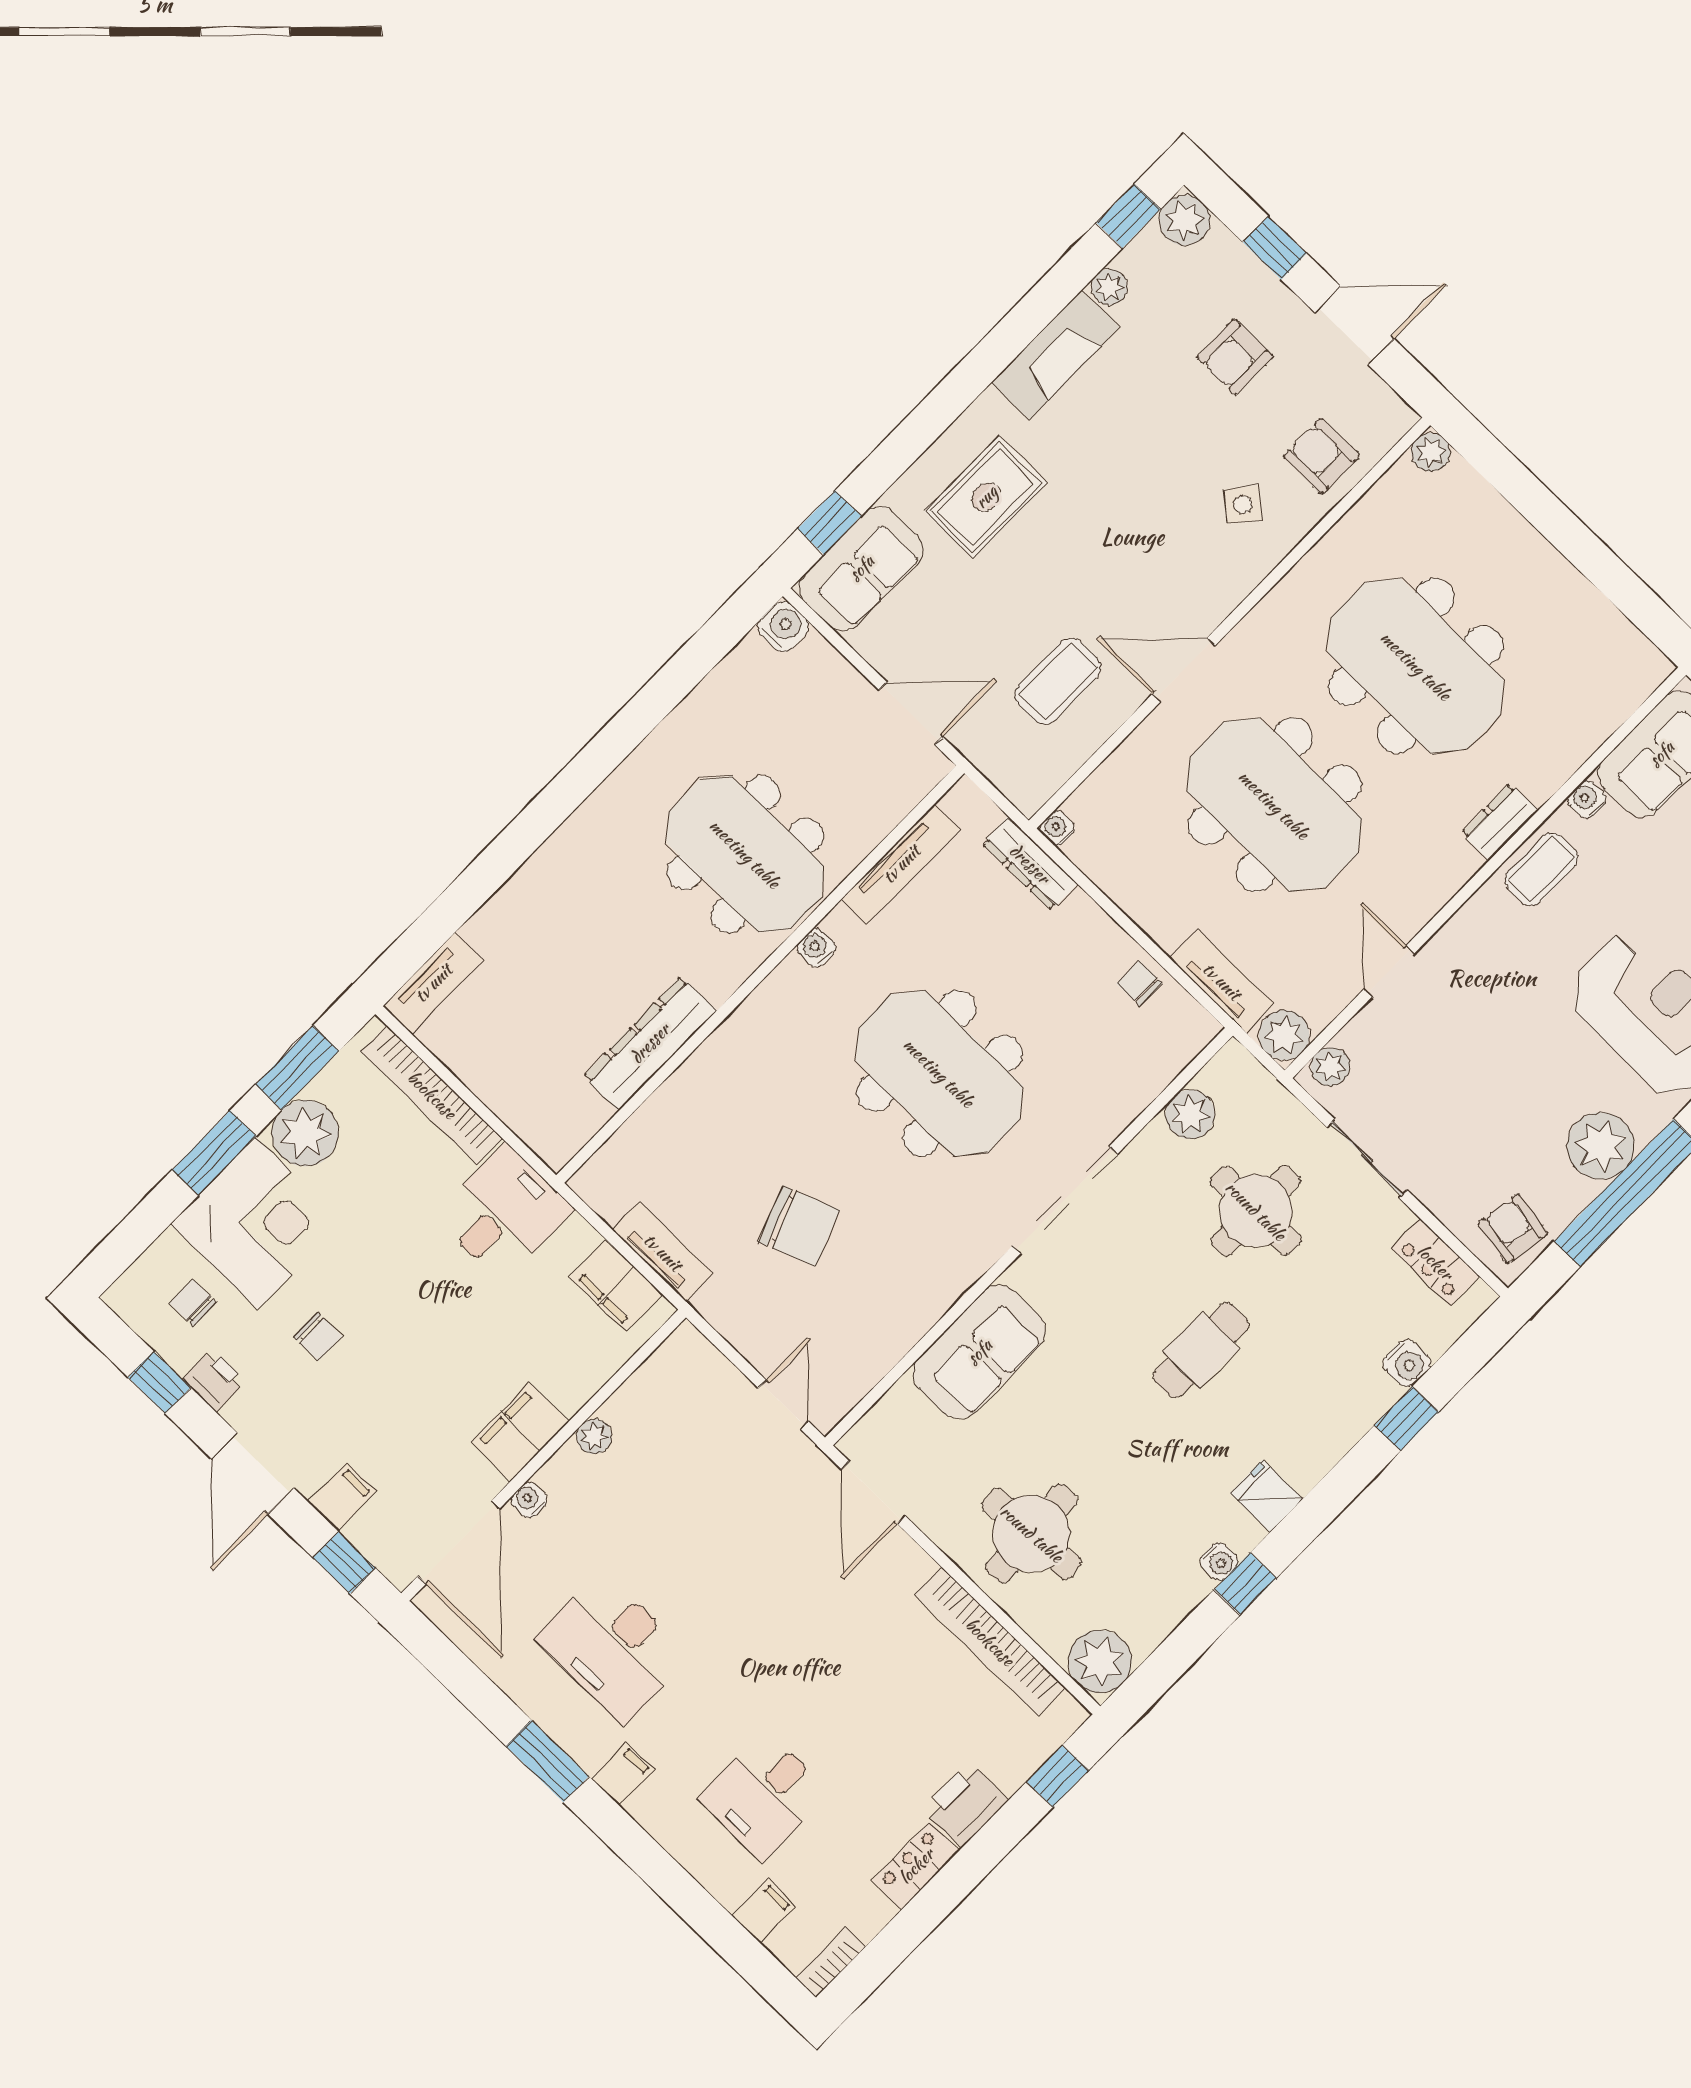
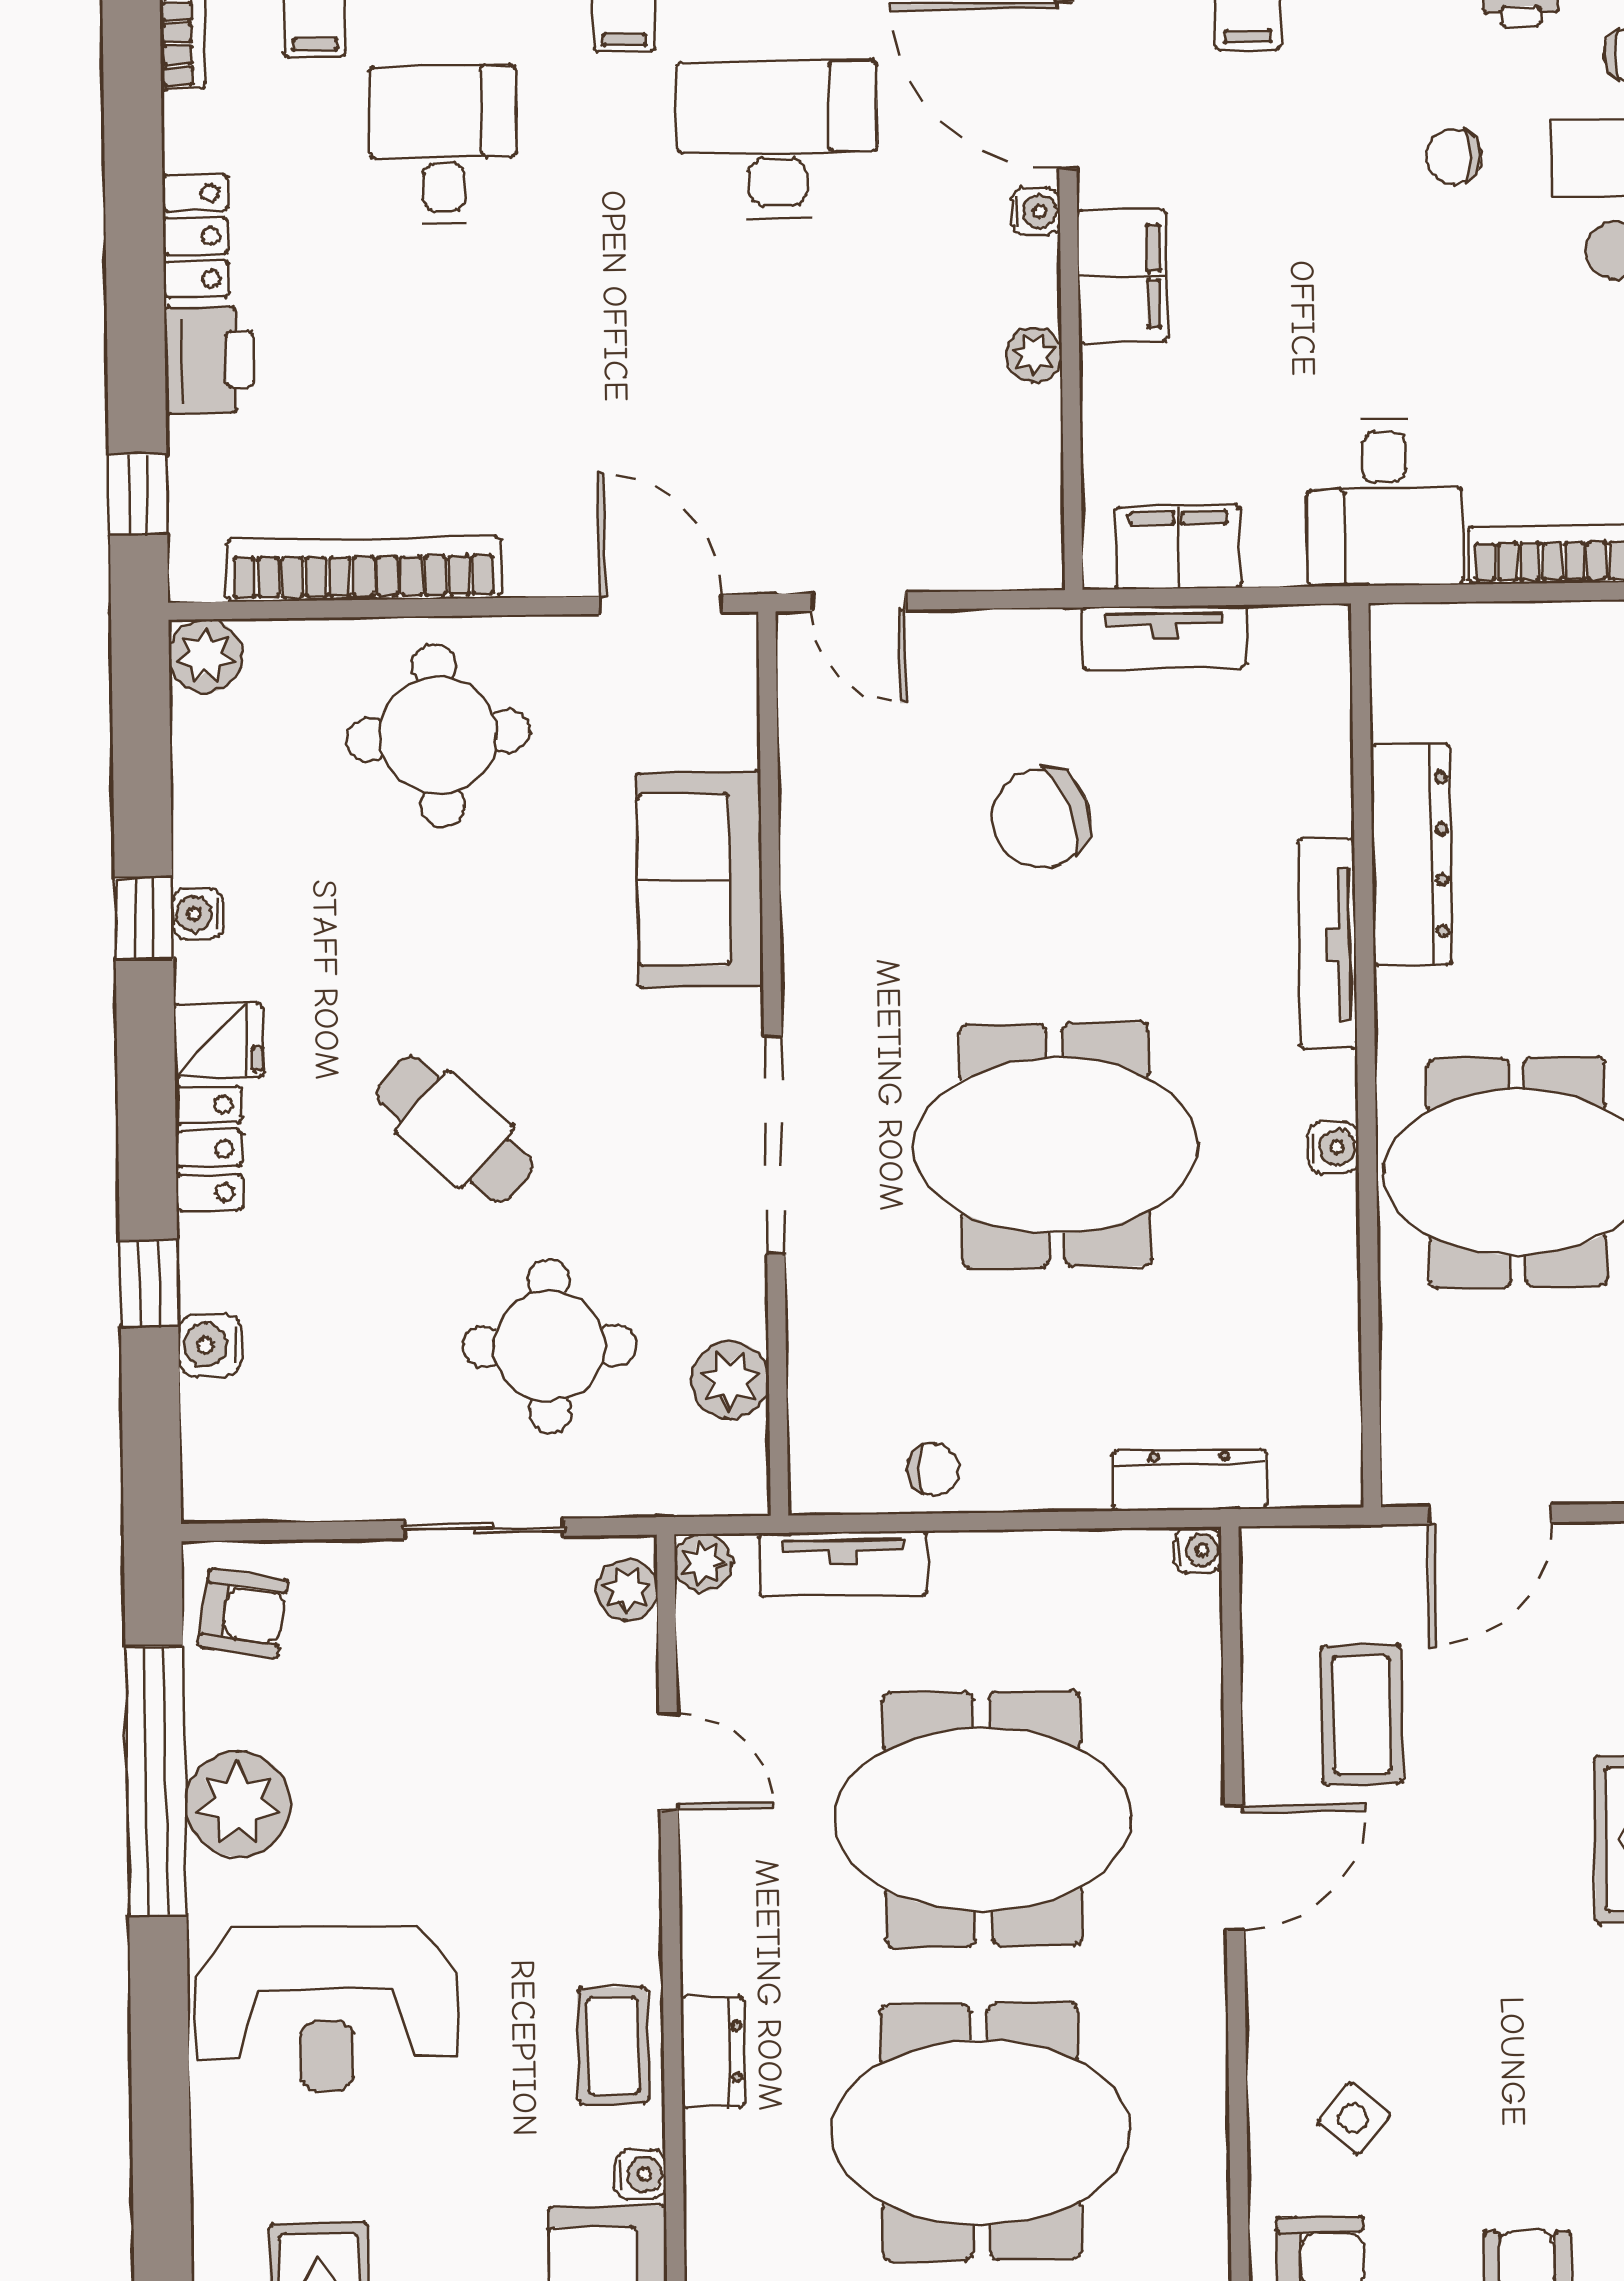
tv unit: (901, 864) -> (1327, 944), moved
plant: (1284, 1035) -> (703, 1563), width x0.73, depth x0.73
locker: (1435, 1262) -> (209, 1149), moved, turned 90
cafe table: (1201, 1350) -> (454, 1129), turned -49
plant: (1100, 1662) -> (205, 656), width x0.73, depth x0.73

